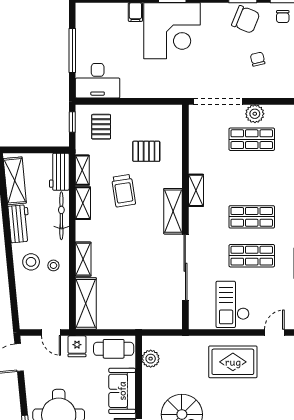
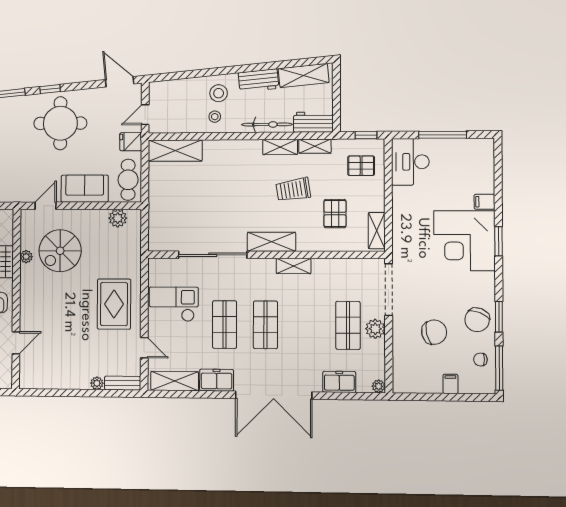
chair: (258, 59) -> (434, 332), width x1.87, depth x1.87
shelving: (83, 259) -> (377, 231), moved, turned 90

